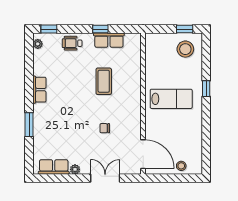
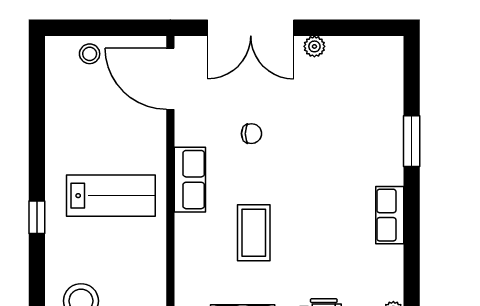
lab bench: (171, 99) -> (111, 196), turned 180
row of seats: (54, 167) -> (190, 180), moved, turned -90
double door: (105, 178) -> (251, 28), width x1.37

